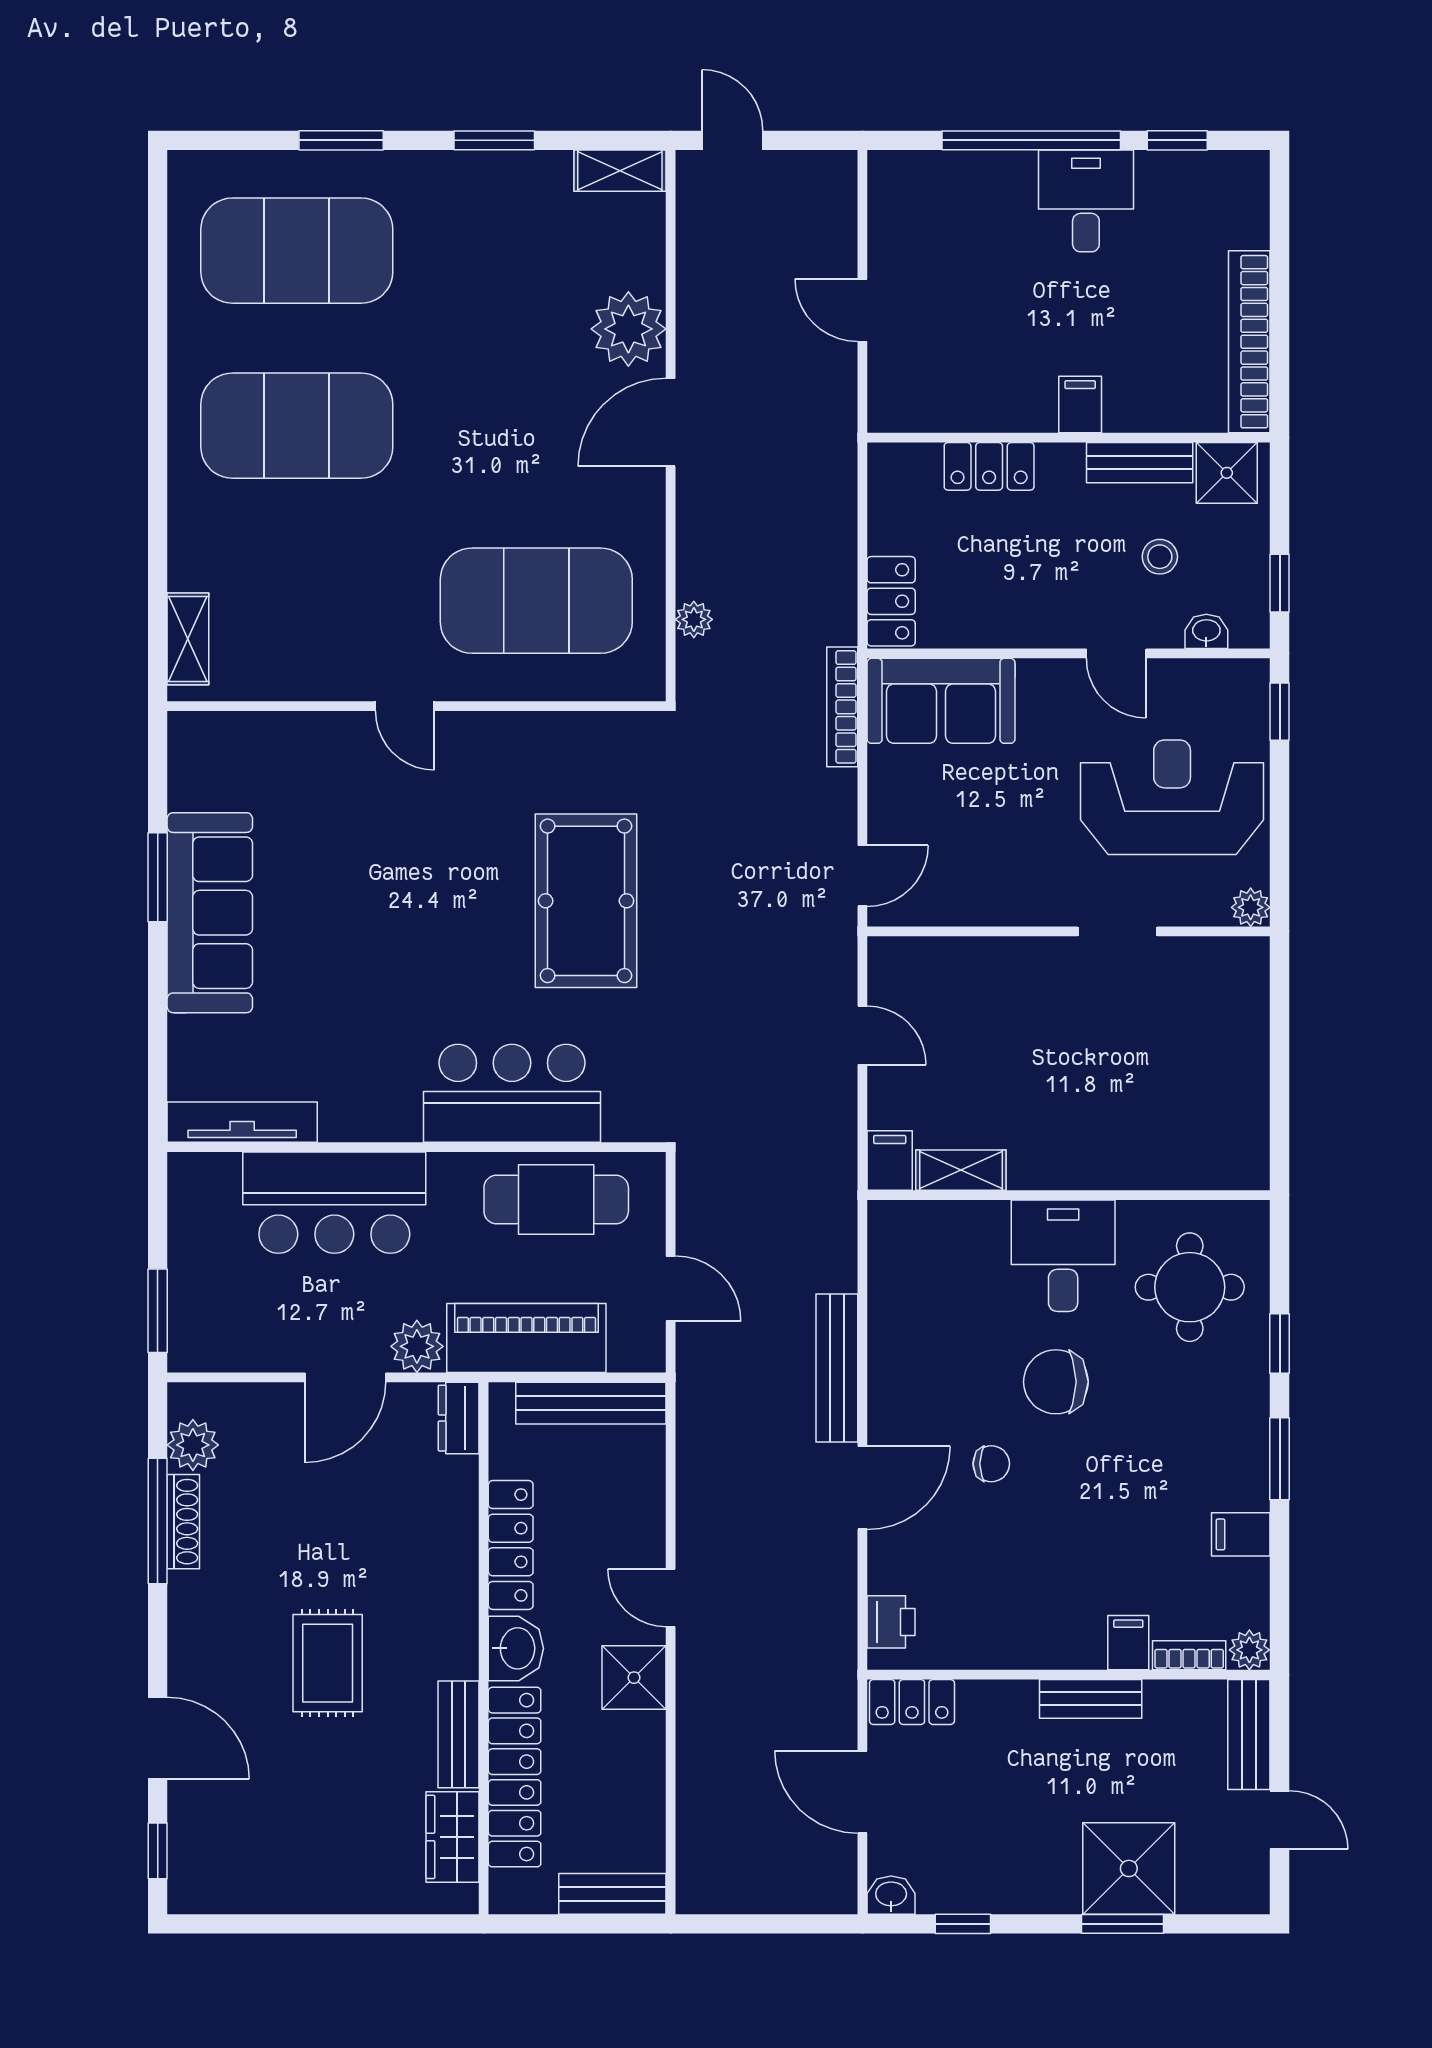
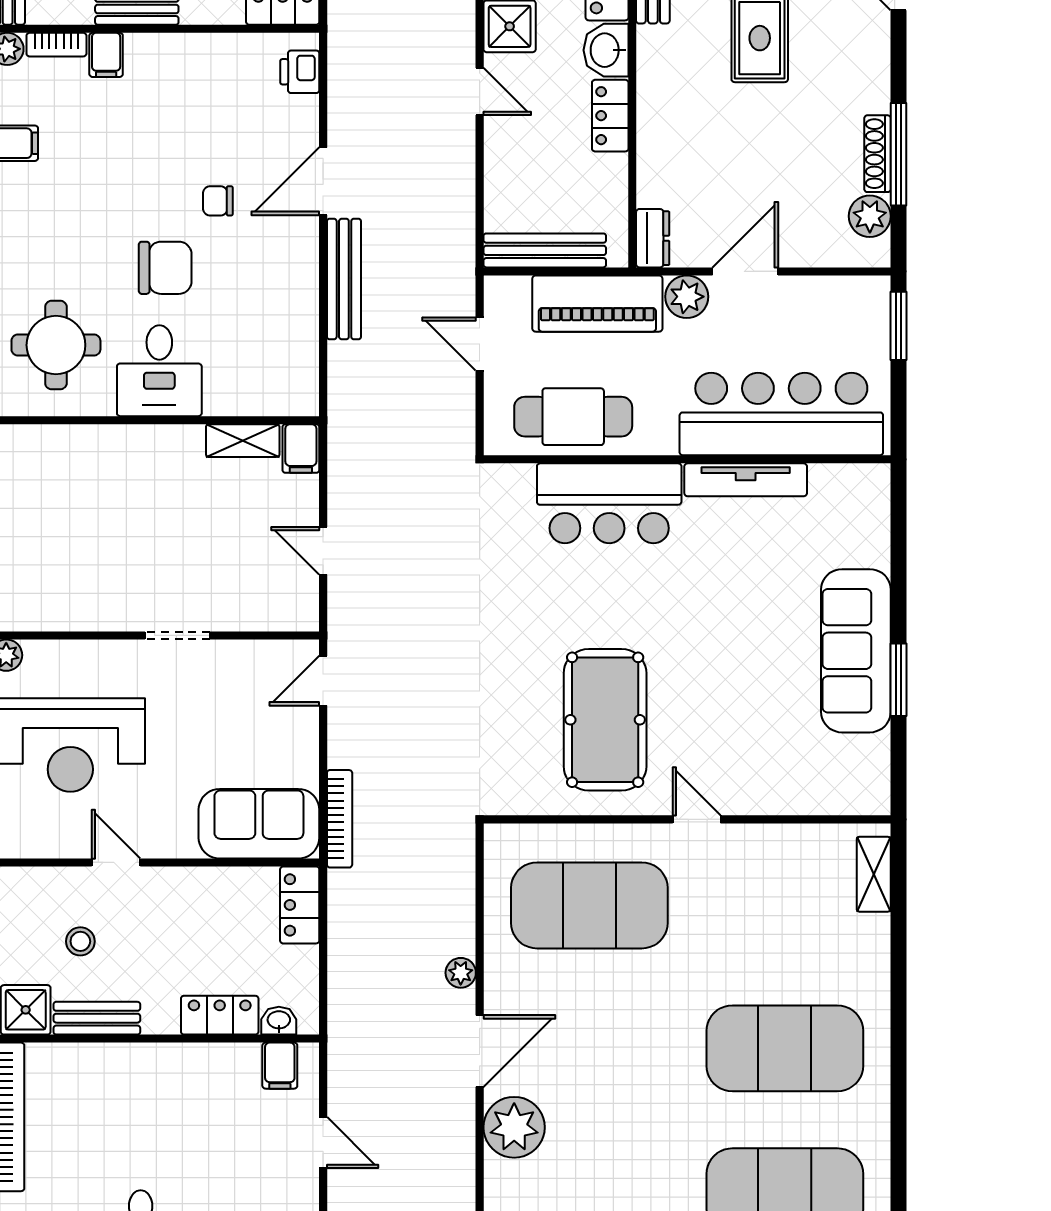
filing cabinet: (1080, 404) -> (280, 1066), moved
plant: (694, 619) -> (461, 973), moved
washbasin: (1206, 631) -> (279, 1021), moved, turned 180
pool table: (586, 901) -> (605, 720), moved
doorway: (1118, 931) -> (177, 635), moved
tv unit: (242, 1122) -> (746, 480), moved
bar counter: (334, 1203) -> (781, 414), width x1.36
locker: (511, 1545) -> (610, 116), width x0.66

